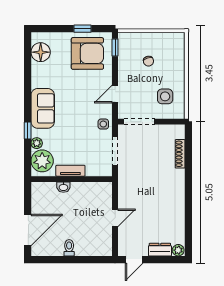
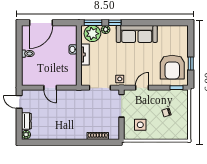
floor lamp: (41, 52) -> (173, 32), removed
door: (115, 94) -> (142, 88), hinge flipped
sofa: (43, 108) -> (137, 34), width x1.36
window: (28, 160) -> (93, 23), added
door: (28, 230) -> (41, 23), hinge flipped

